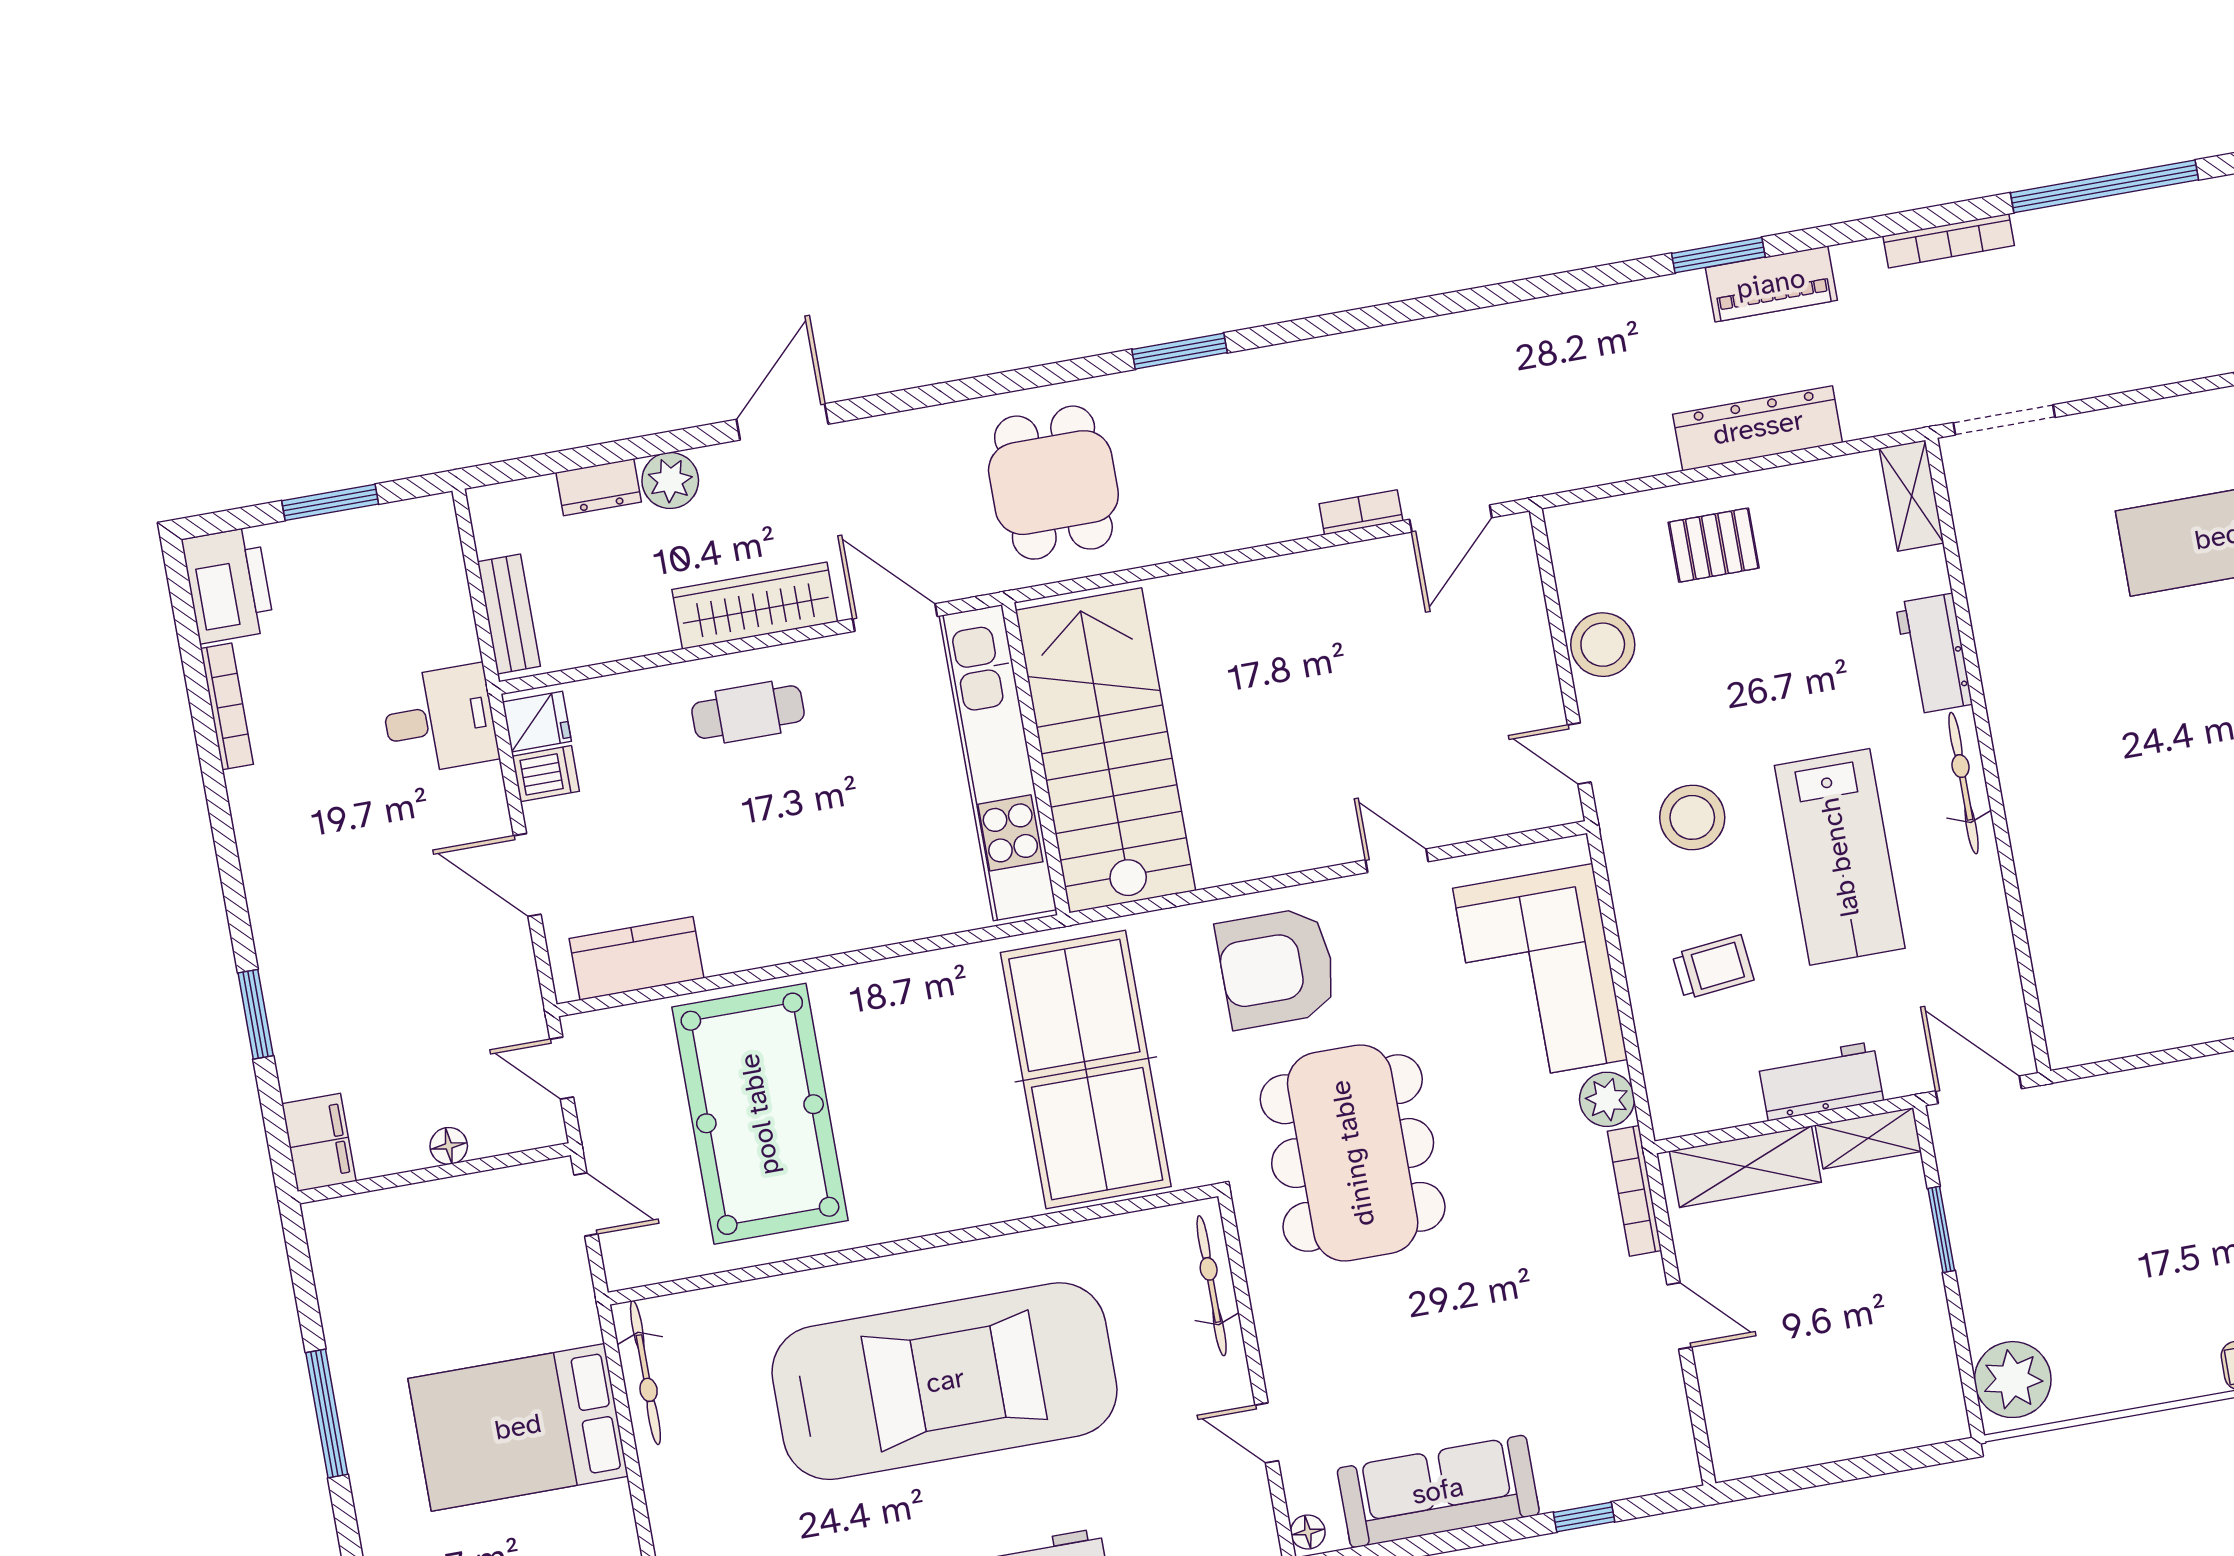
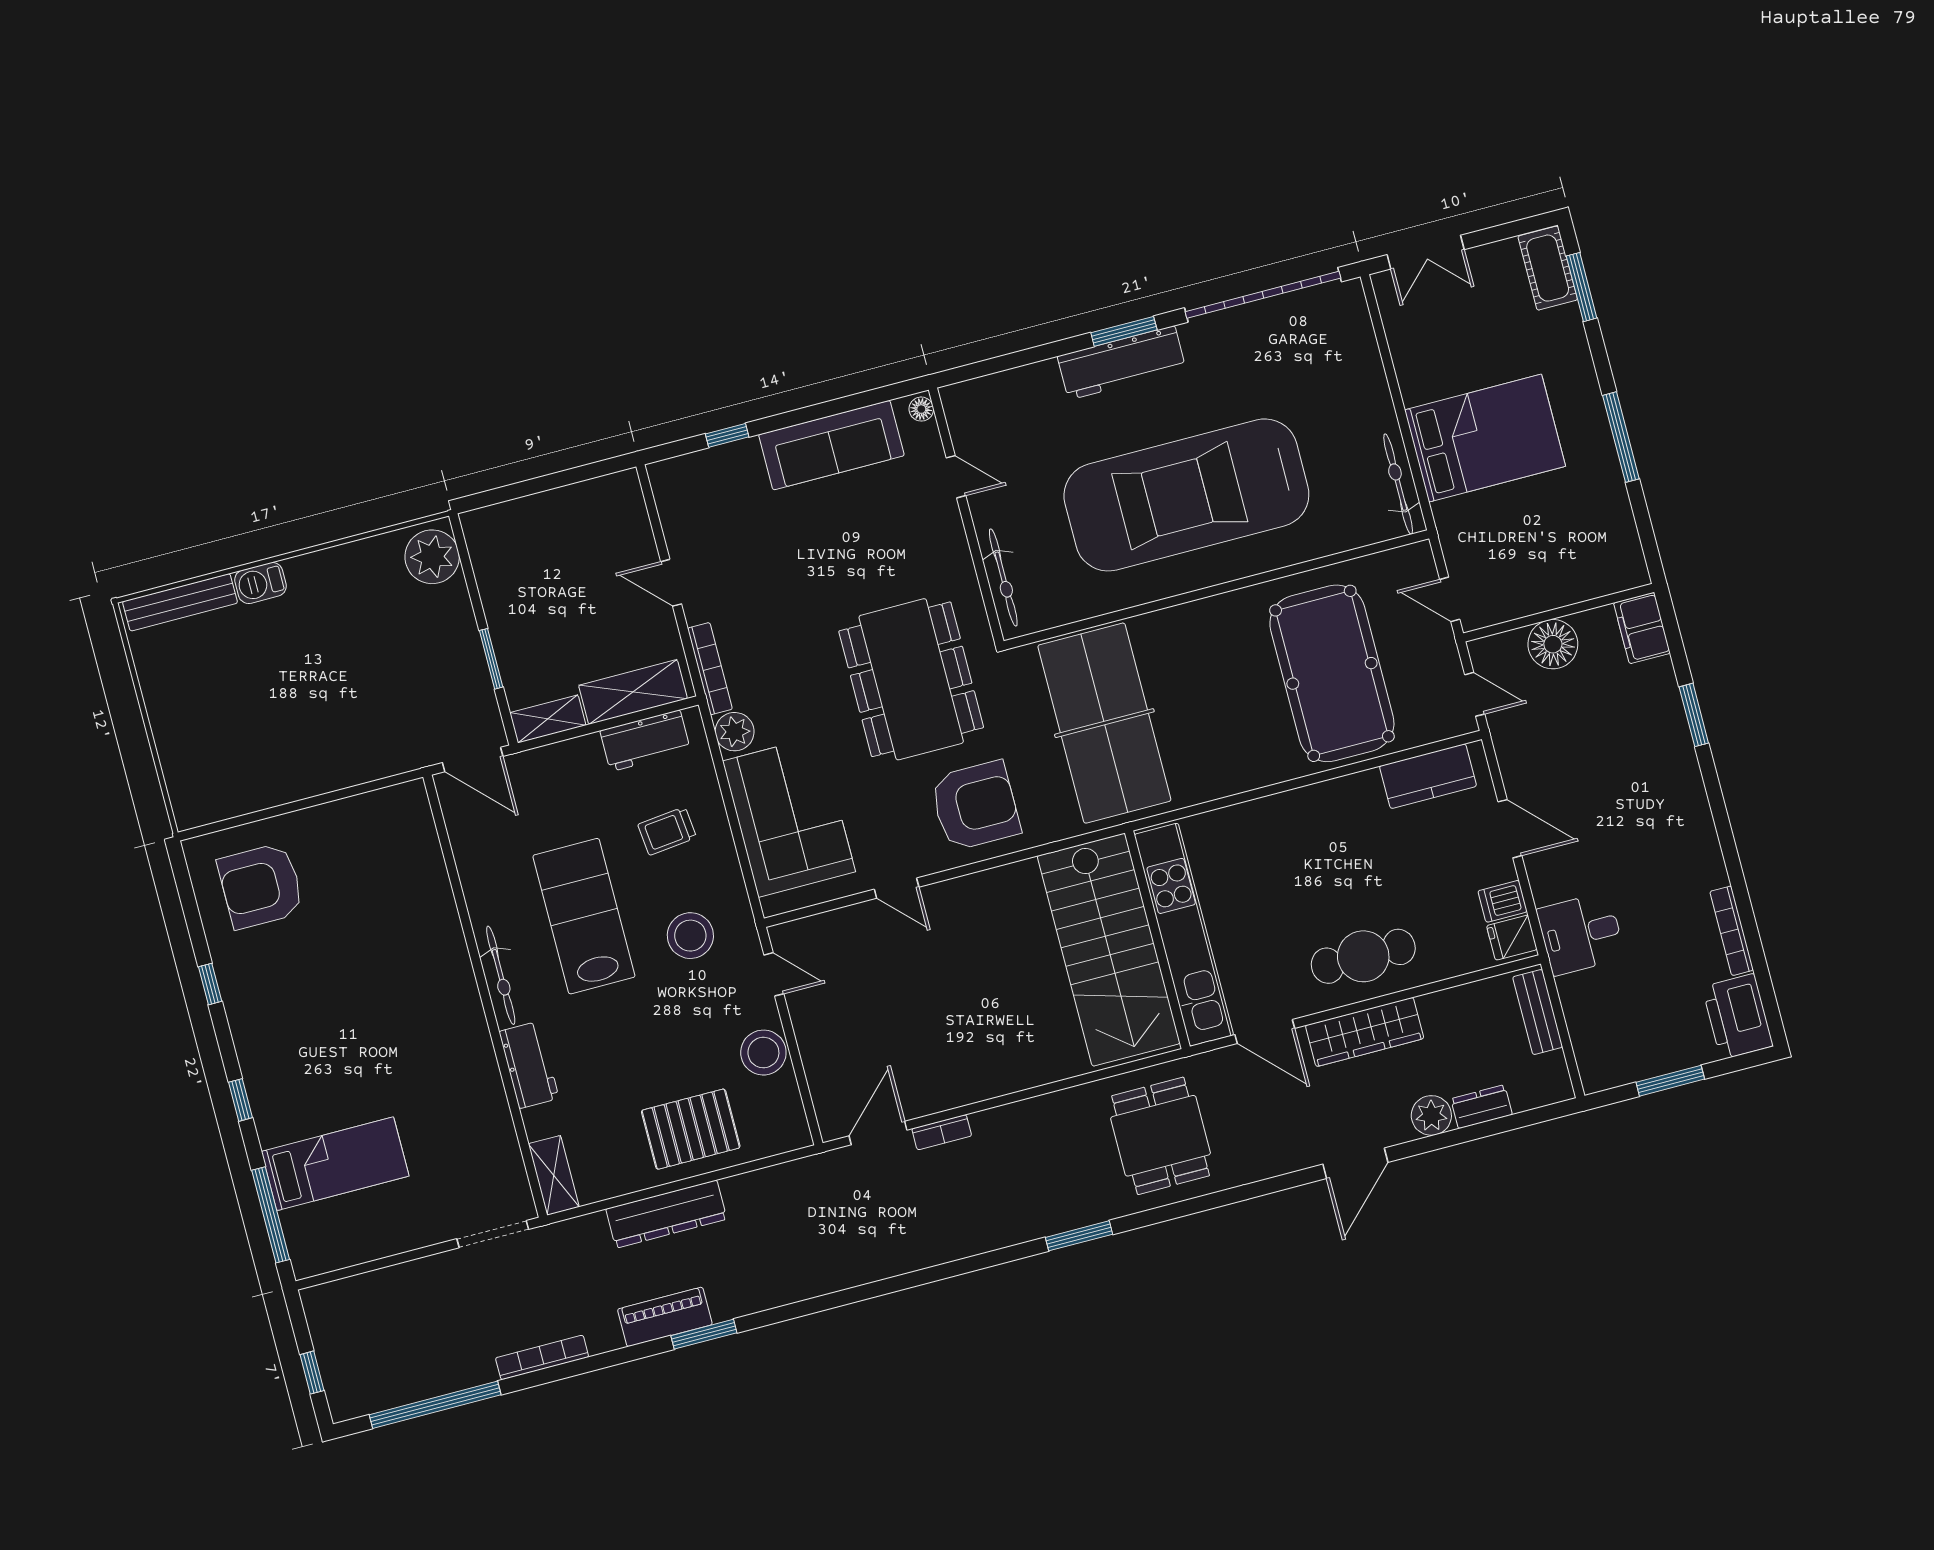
pallet: (1714, 545) -> (691, 1129), width x1.50, depth x1.42
cafe table: (748, 712) -> (1363, 956), width x1.37, depth x1.35
workbench: (1821, 1081) -> (645, 741), moved
floor lamp: (449, 1146) -> (1553, 644), width x1.89, depth x1.89

